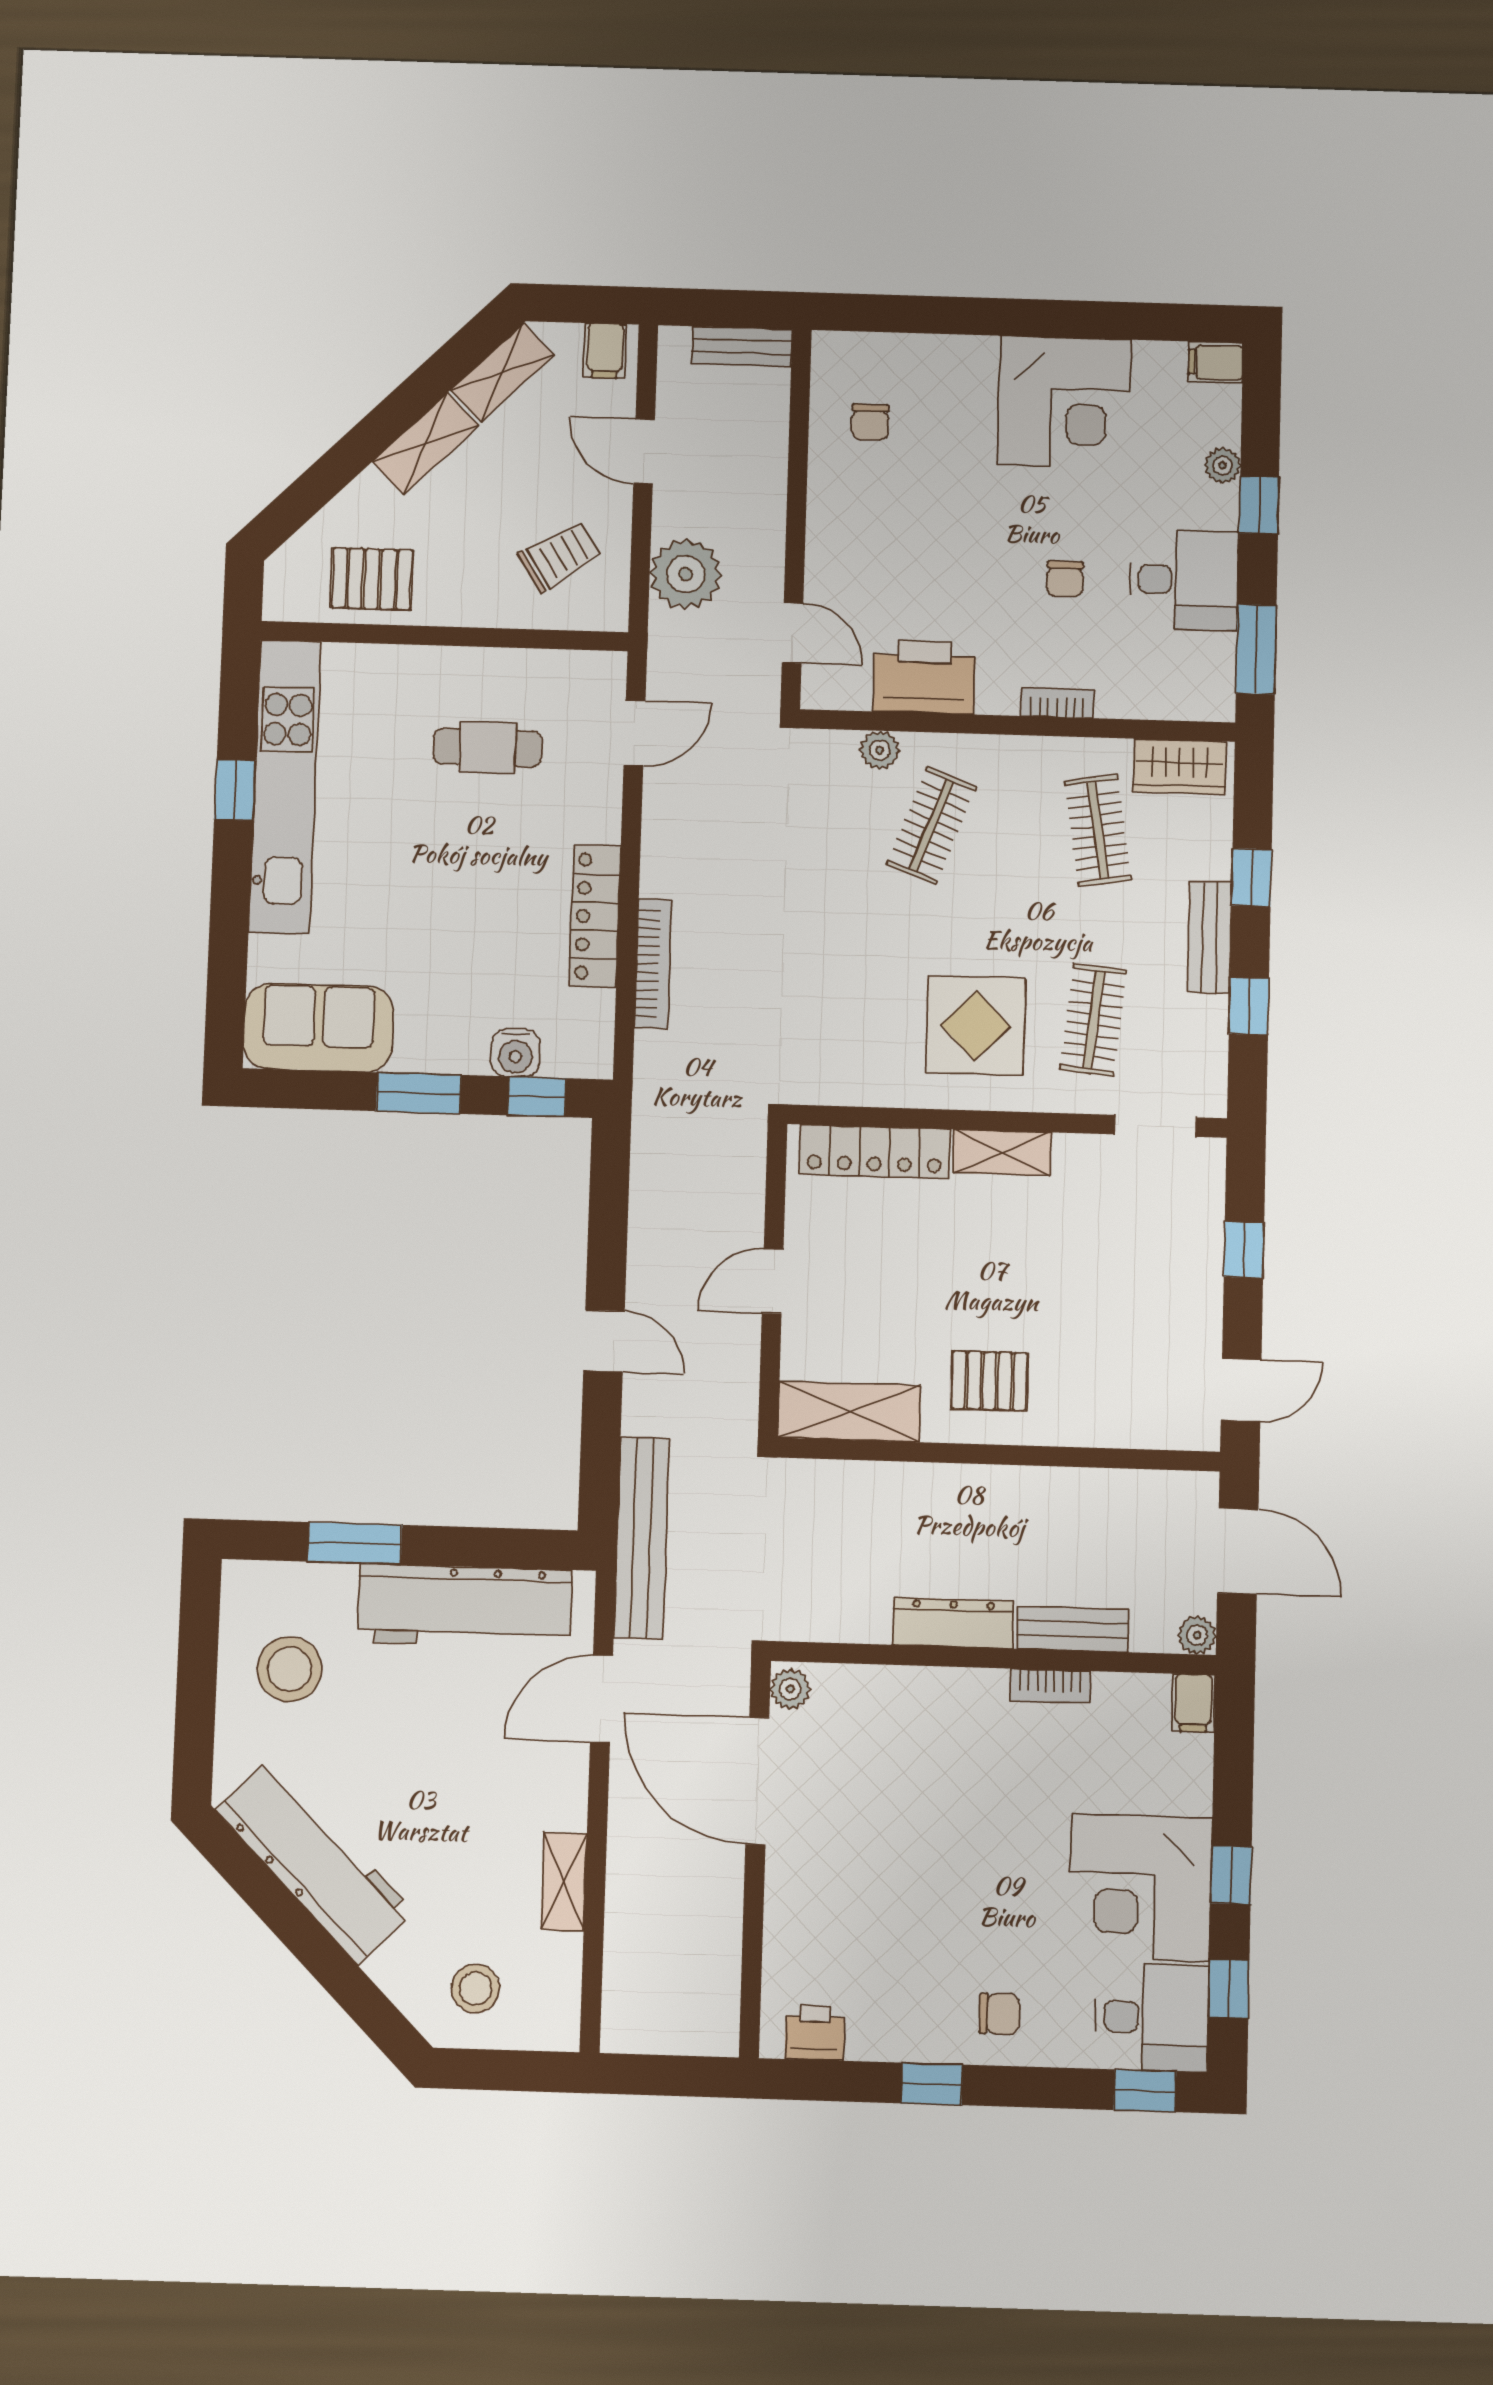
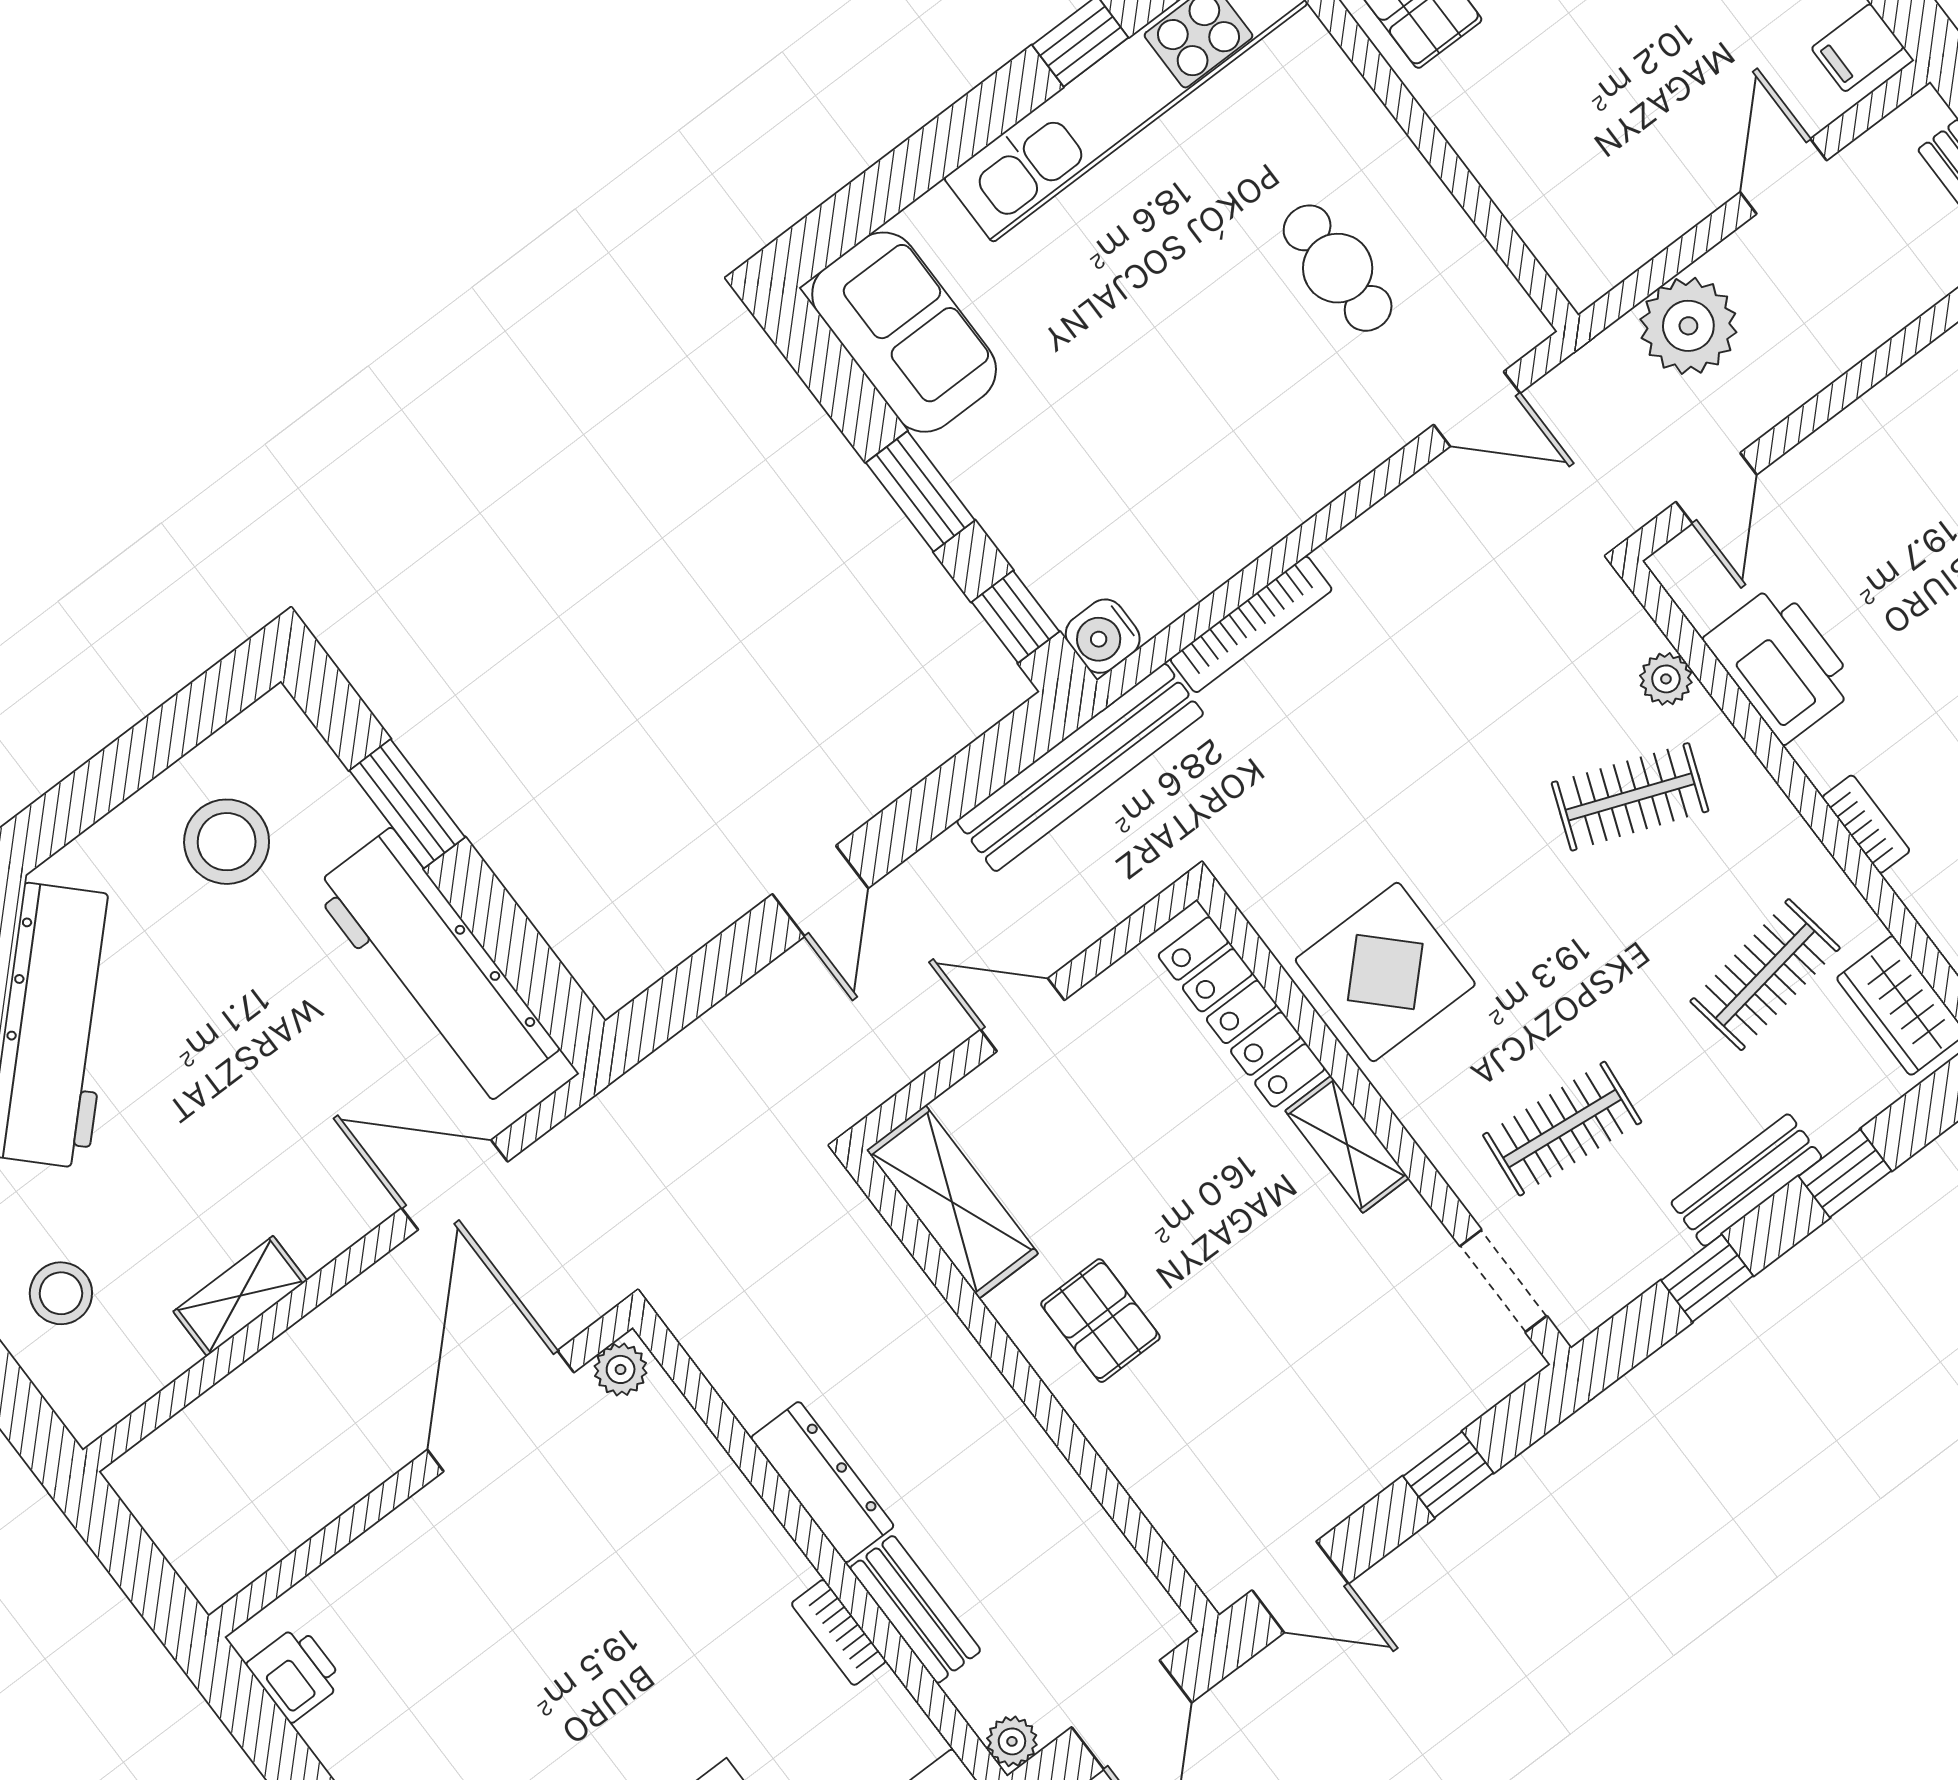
trolley: (560, 556) -> (1601, 179), removed
locker: (595, 916) -> (1252, 524), removed
display table: (976, 1026) -> (1385, 972), moved
water cooler: (516, 1053) -> (1103, 636), moved
bench: (642, 1538) -> (1080, 767), moved

